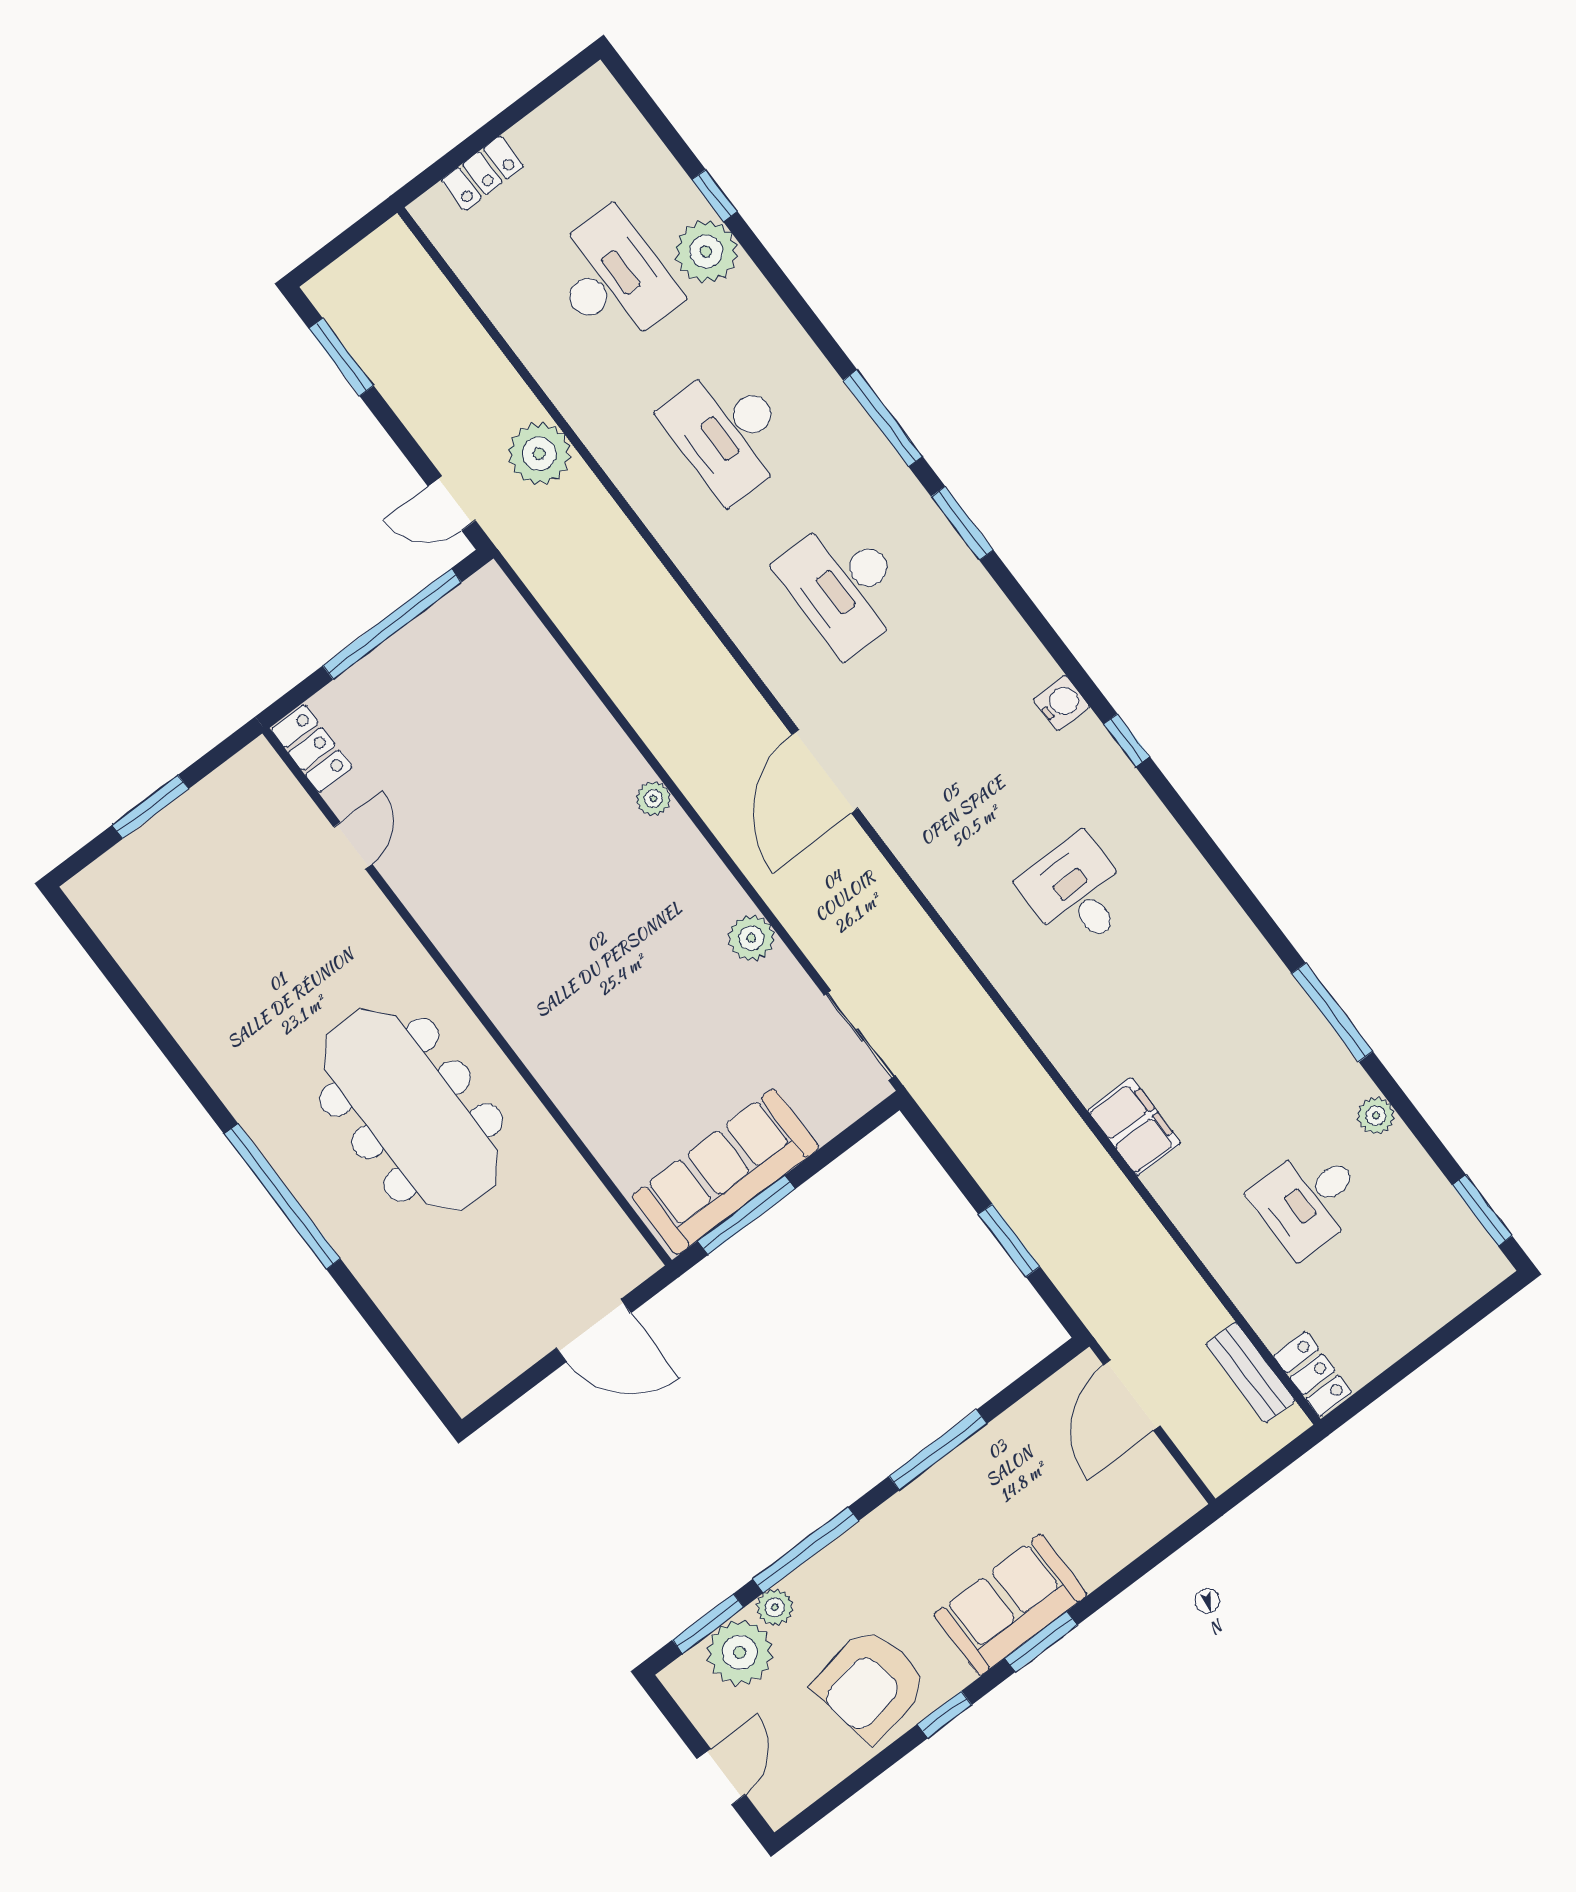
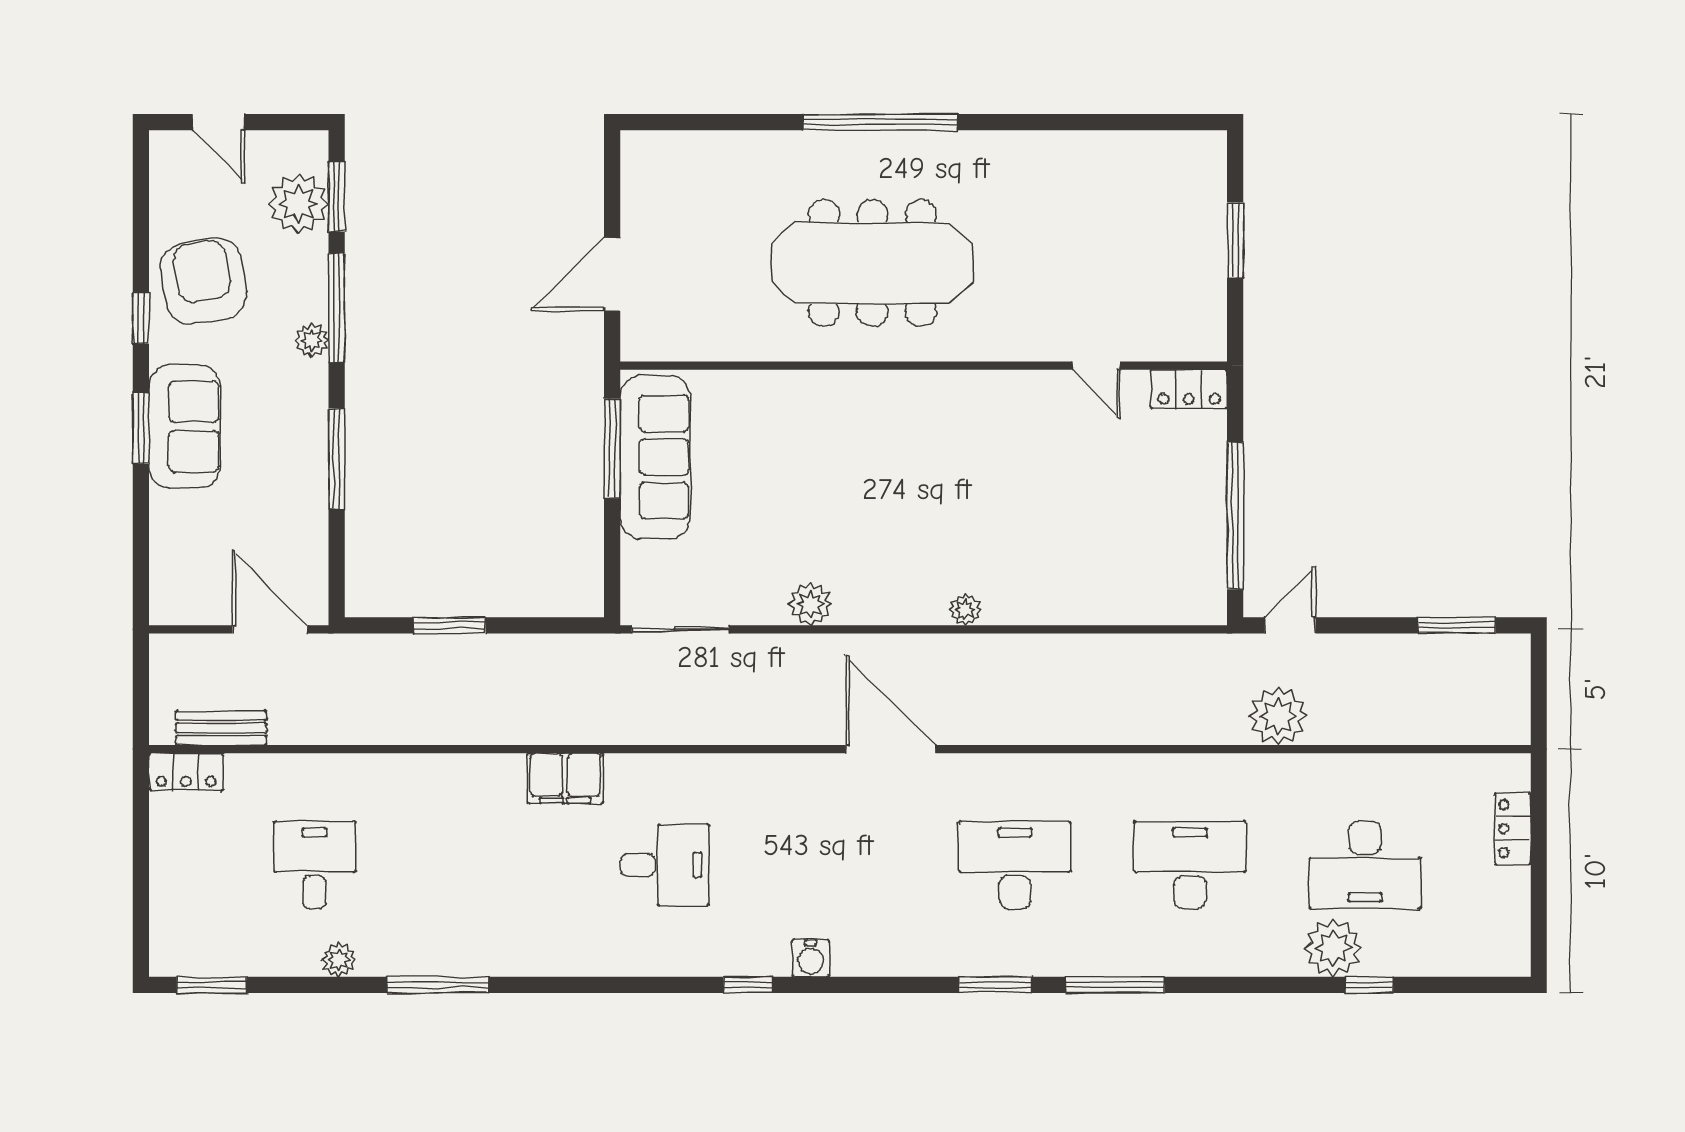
filing cabinet: (1134, 1127) -> (565, 778), moved
plant: (775, 1607) -> (312, 340), moved

